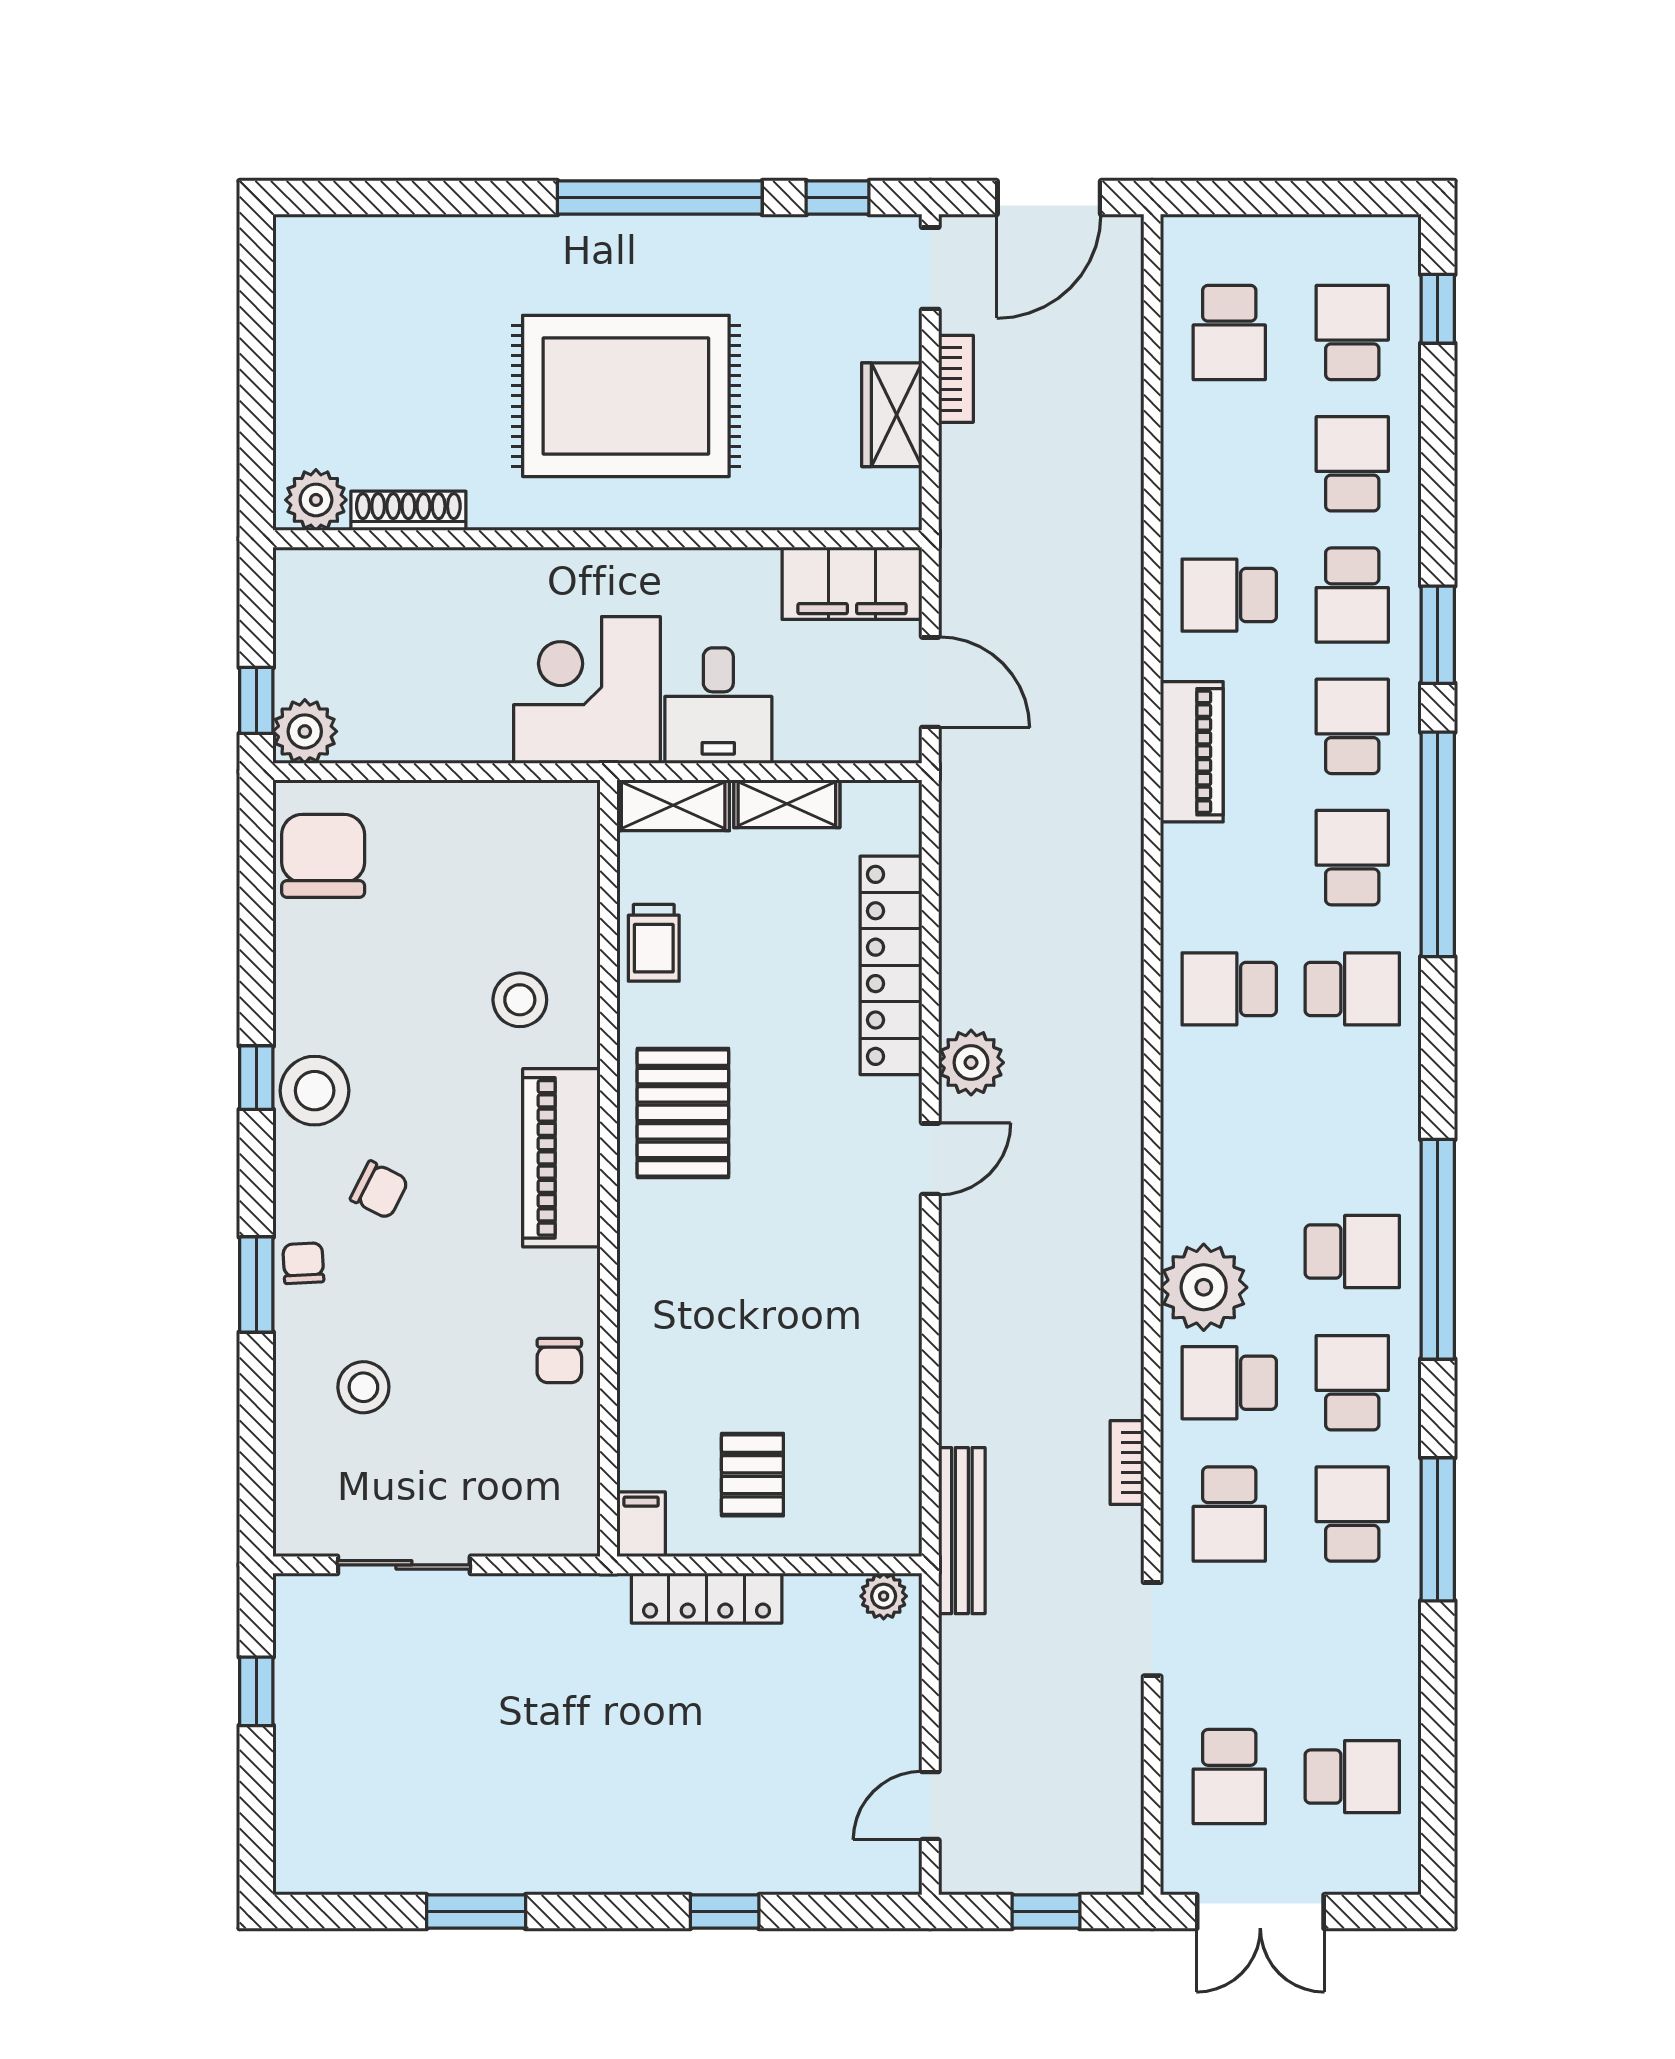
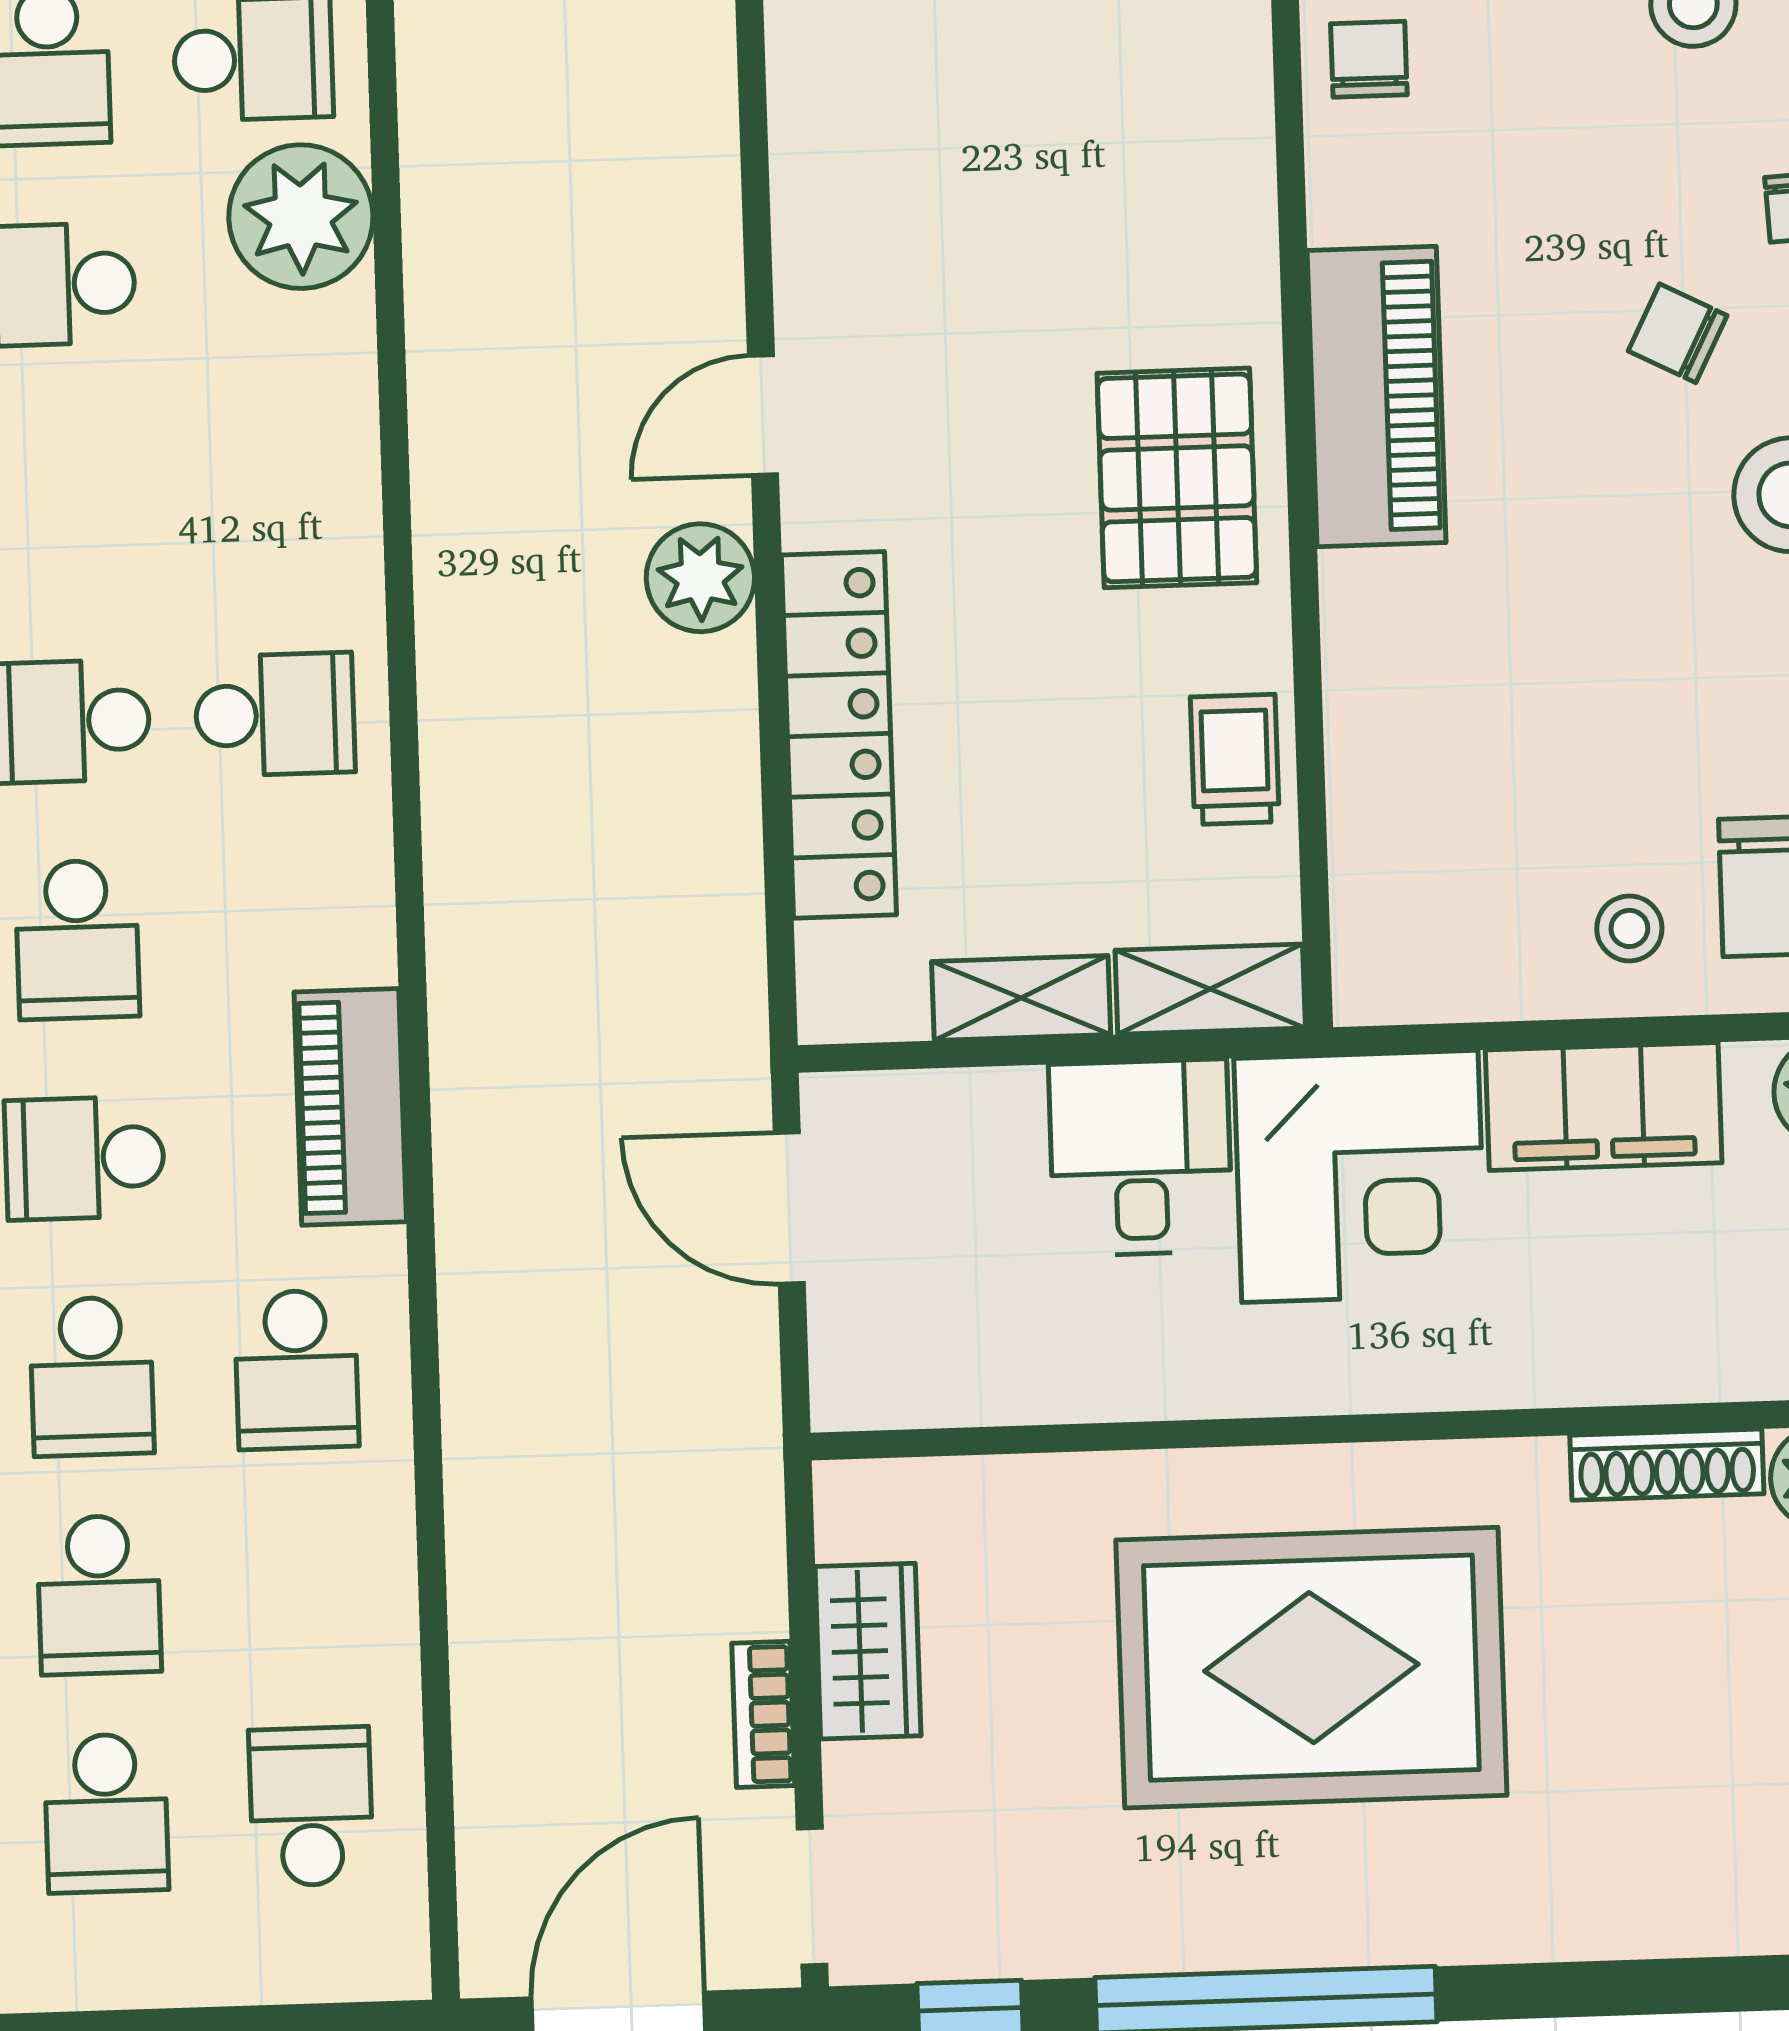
filing cabinet: (852, 583) -> (1604, 1106), moved, turned 180
school desk: (1229, 595) -> (297, 1370), turned 90
school desk: (1352, 595) -> (92, 1376), turned 180
school desk: (1352, 726) -> (85, 1158), turned 90
stool: (520, 1000) -> (1629, 928), moved, width x0.73, depth x0.73

